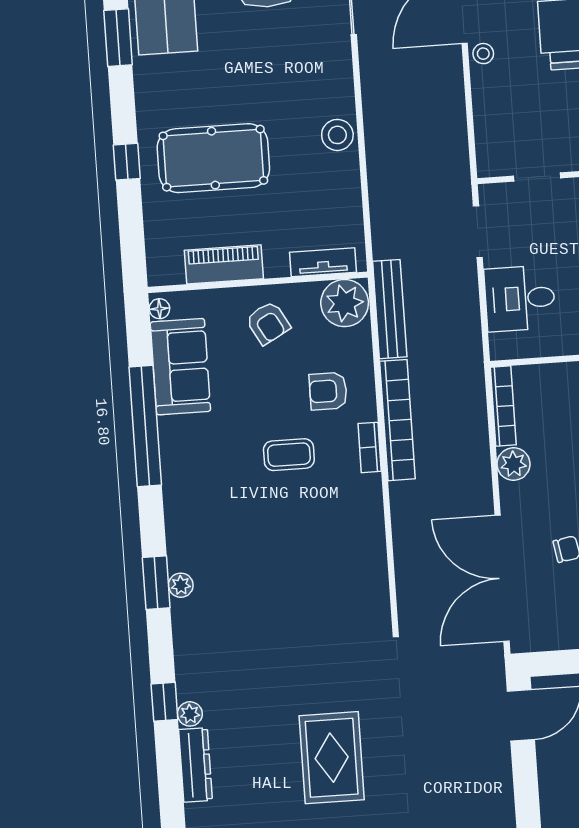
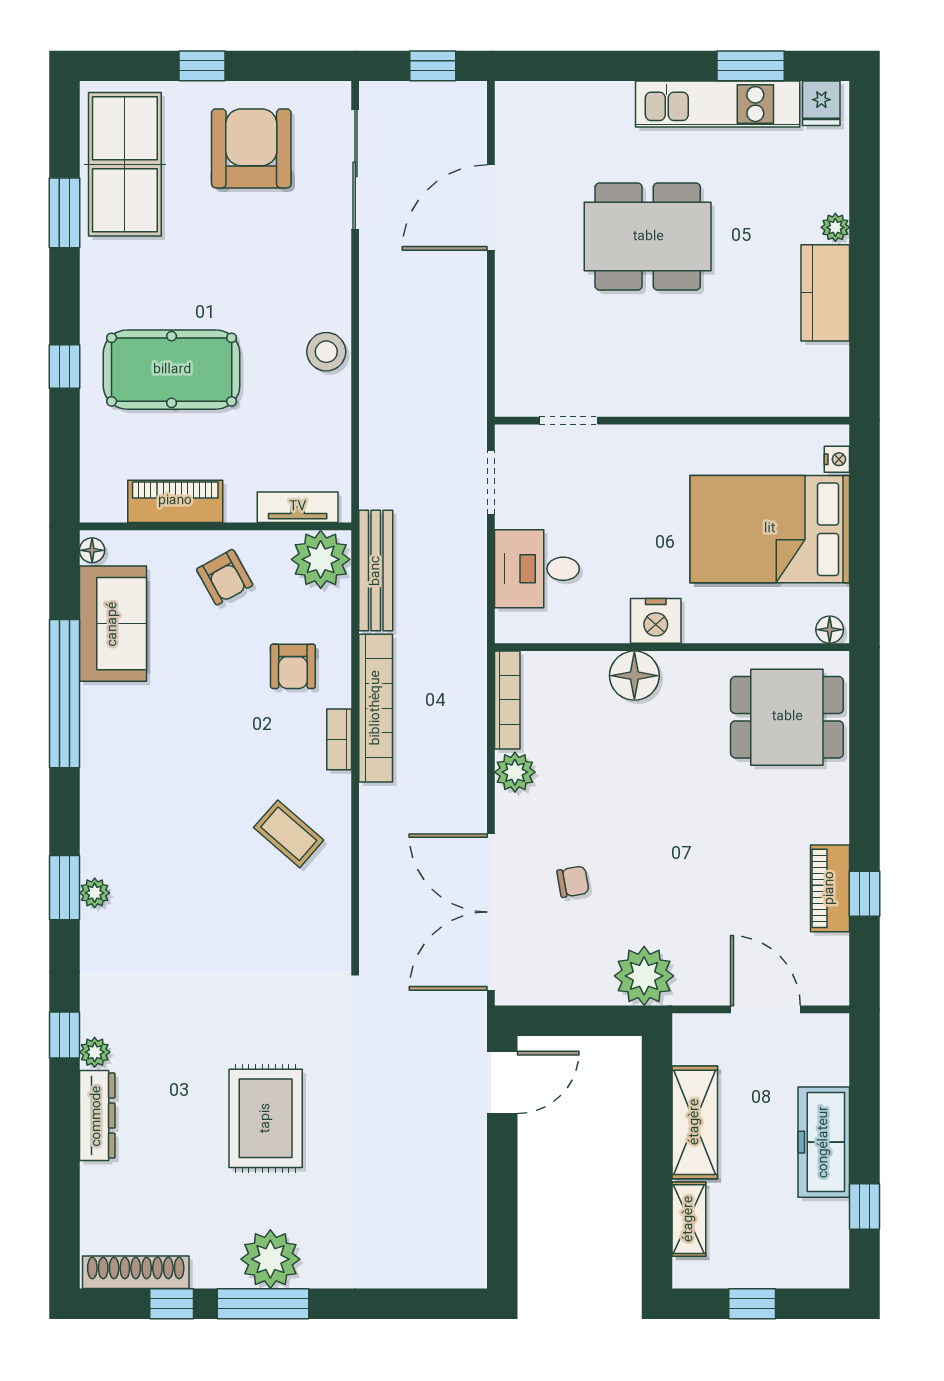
stool: (483, 54) -> (513, 264), removed
armchair: (328, 391) -> (293, 666), turned -90
coffee table: (289, 455) -> (289, 834), moved, turned 41

